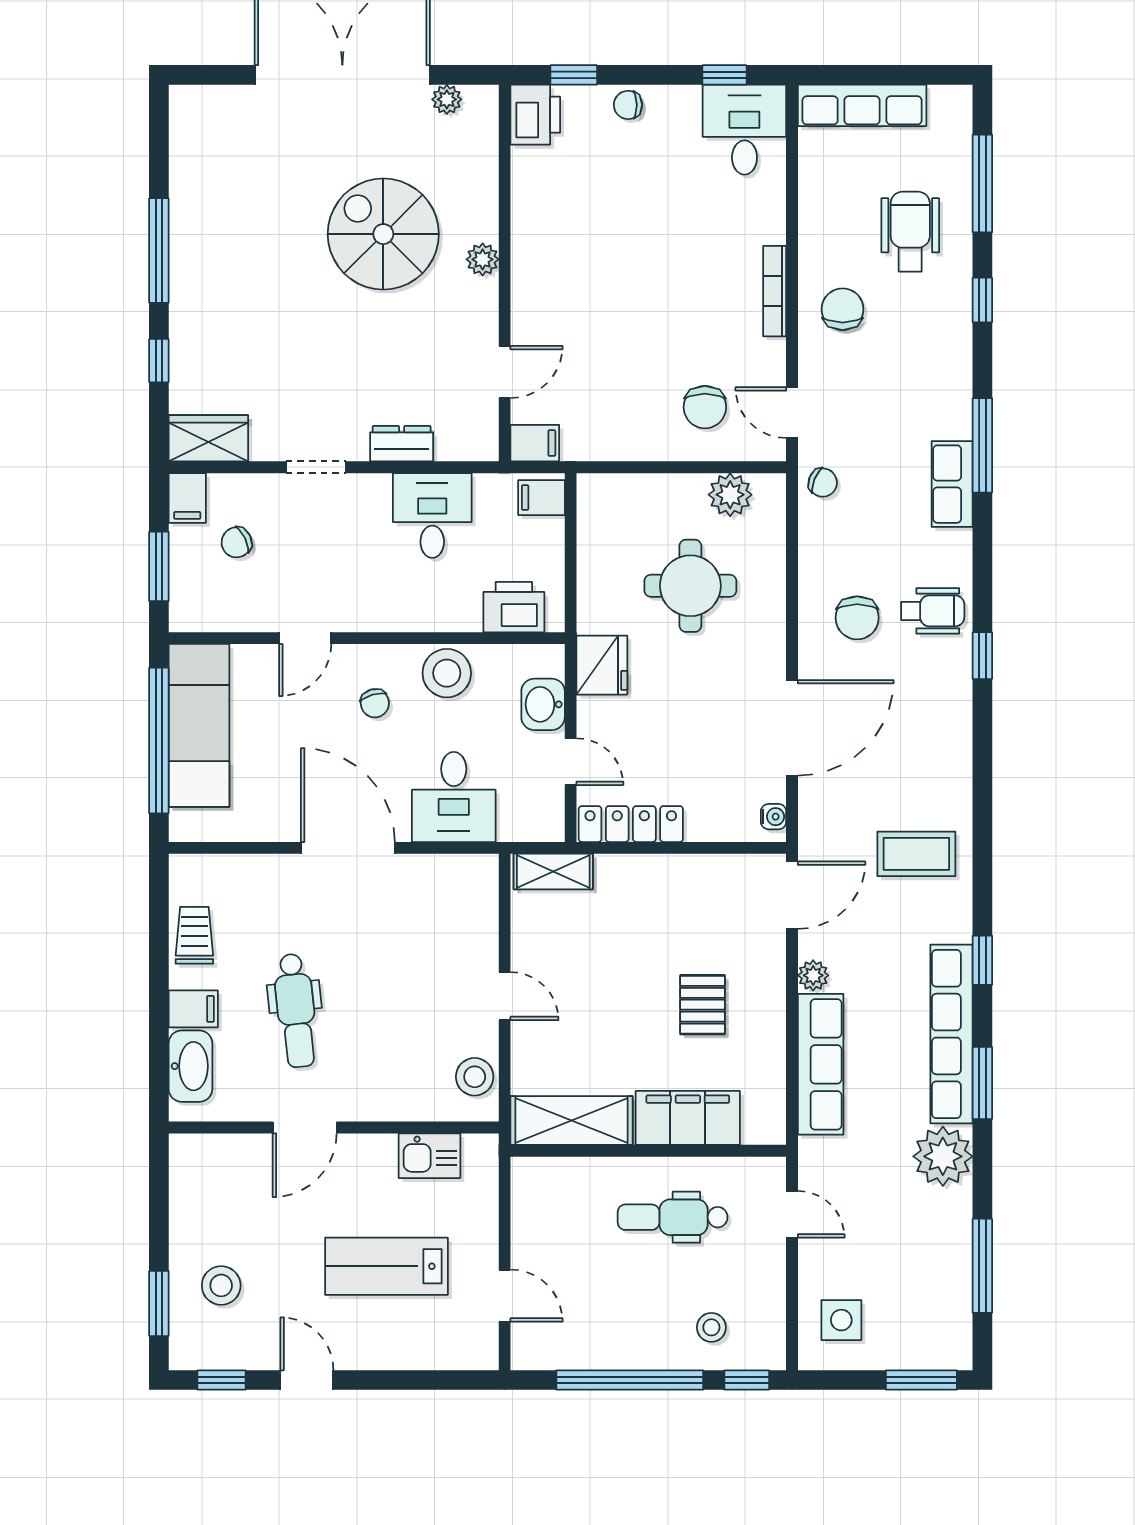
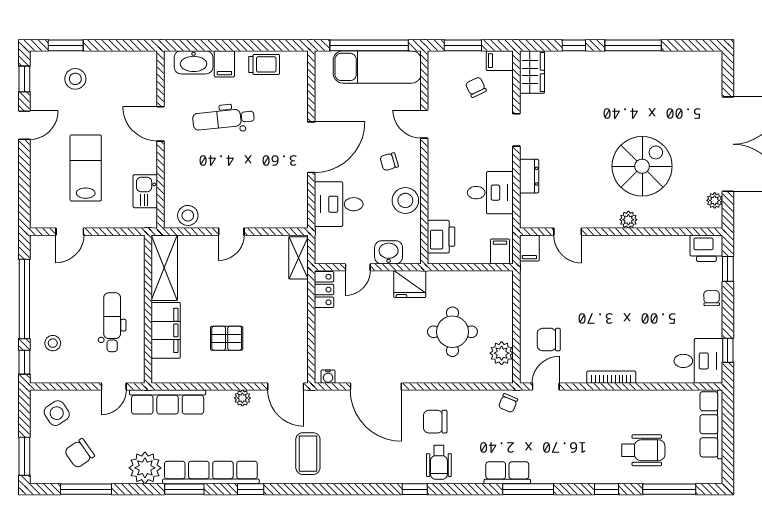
chair: (843, 309) -> (79, 453), moved, turned 145
locker: (631, 824) -> (324, 290), width x0.66
row of seats: (821, 1064) -> (168, 402), moved
side table: (841, 1320) -> (57, 413), turned -33

